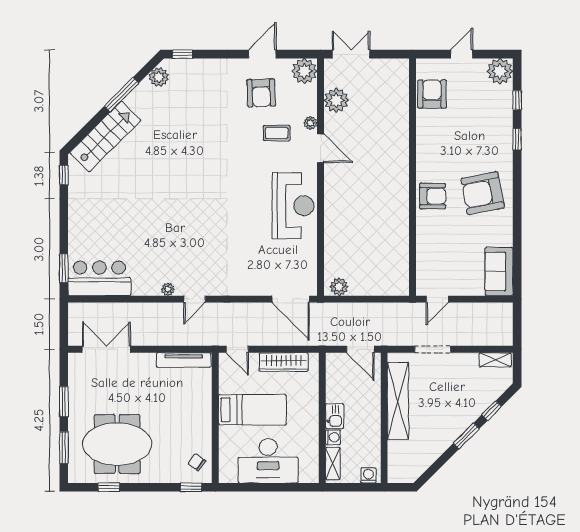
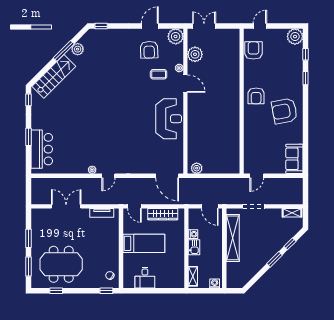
door: (462, 54) -> (260, 26), moved
plant: (159, 77) -> (78, 49), moved
armchair: (433, 196) -> (256, 96), moved, turned 90
window: (64, 268) -> (29, 137), moved
bar counter: (99, 278) -> (42, 149), moved, turned 90
double door: (106, 349) -> (66, 206), moved
tv unit: (184, 360) -> (102, 213), width x0.71
washing machine: (333, 437) -> (193, 234), moved
desk: (268, 461) -> (145, 278), width x0.53, depth x0.77

